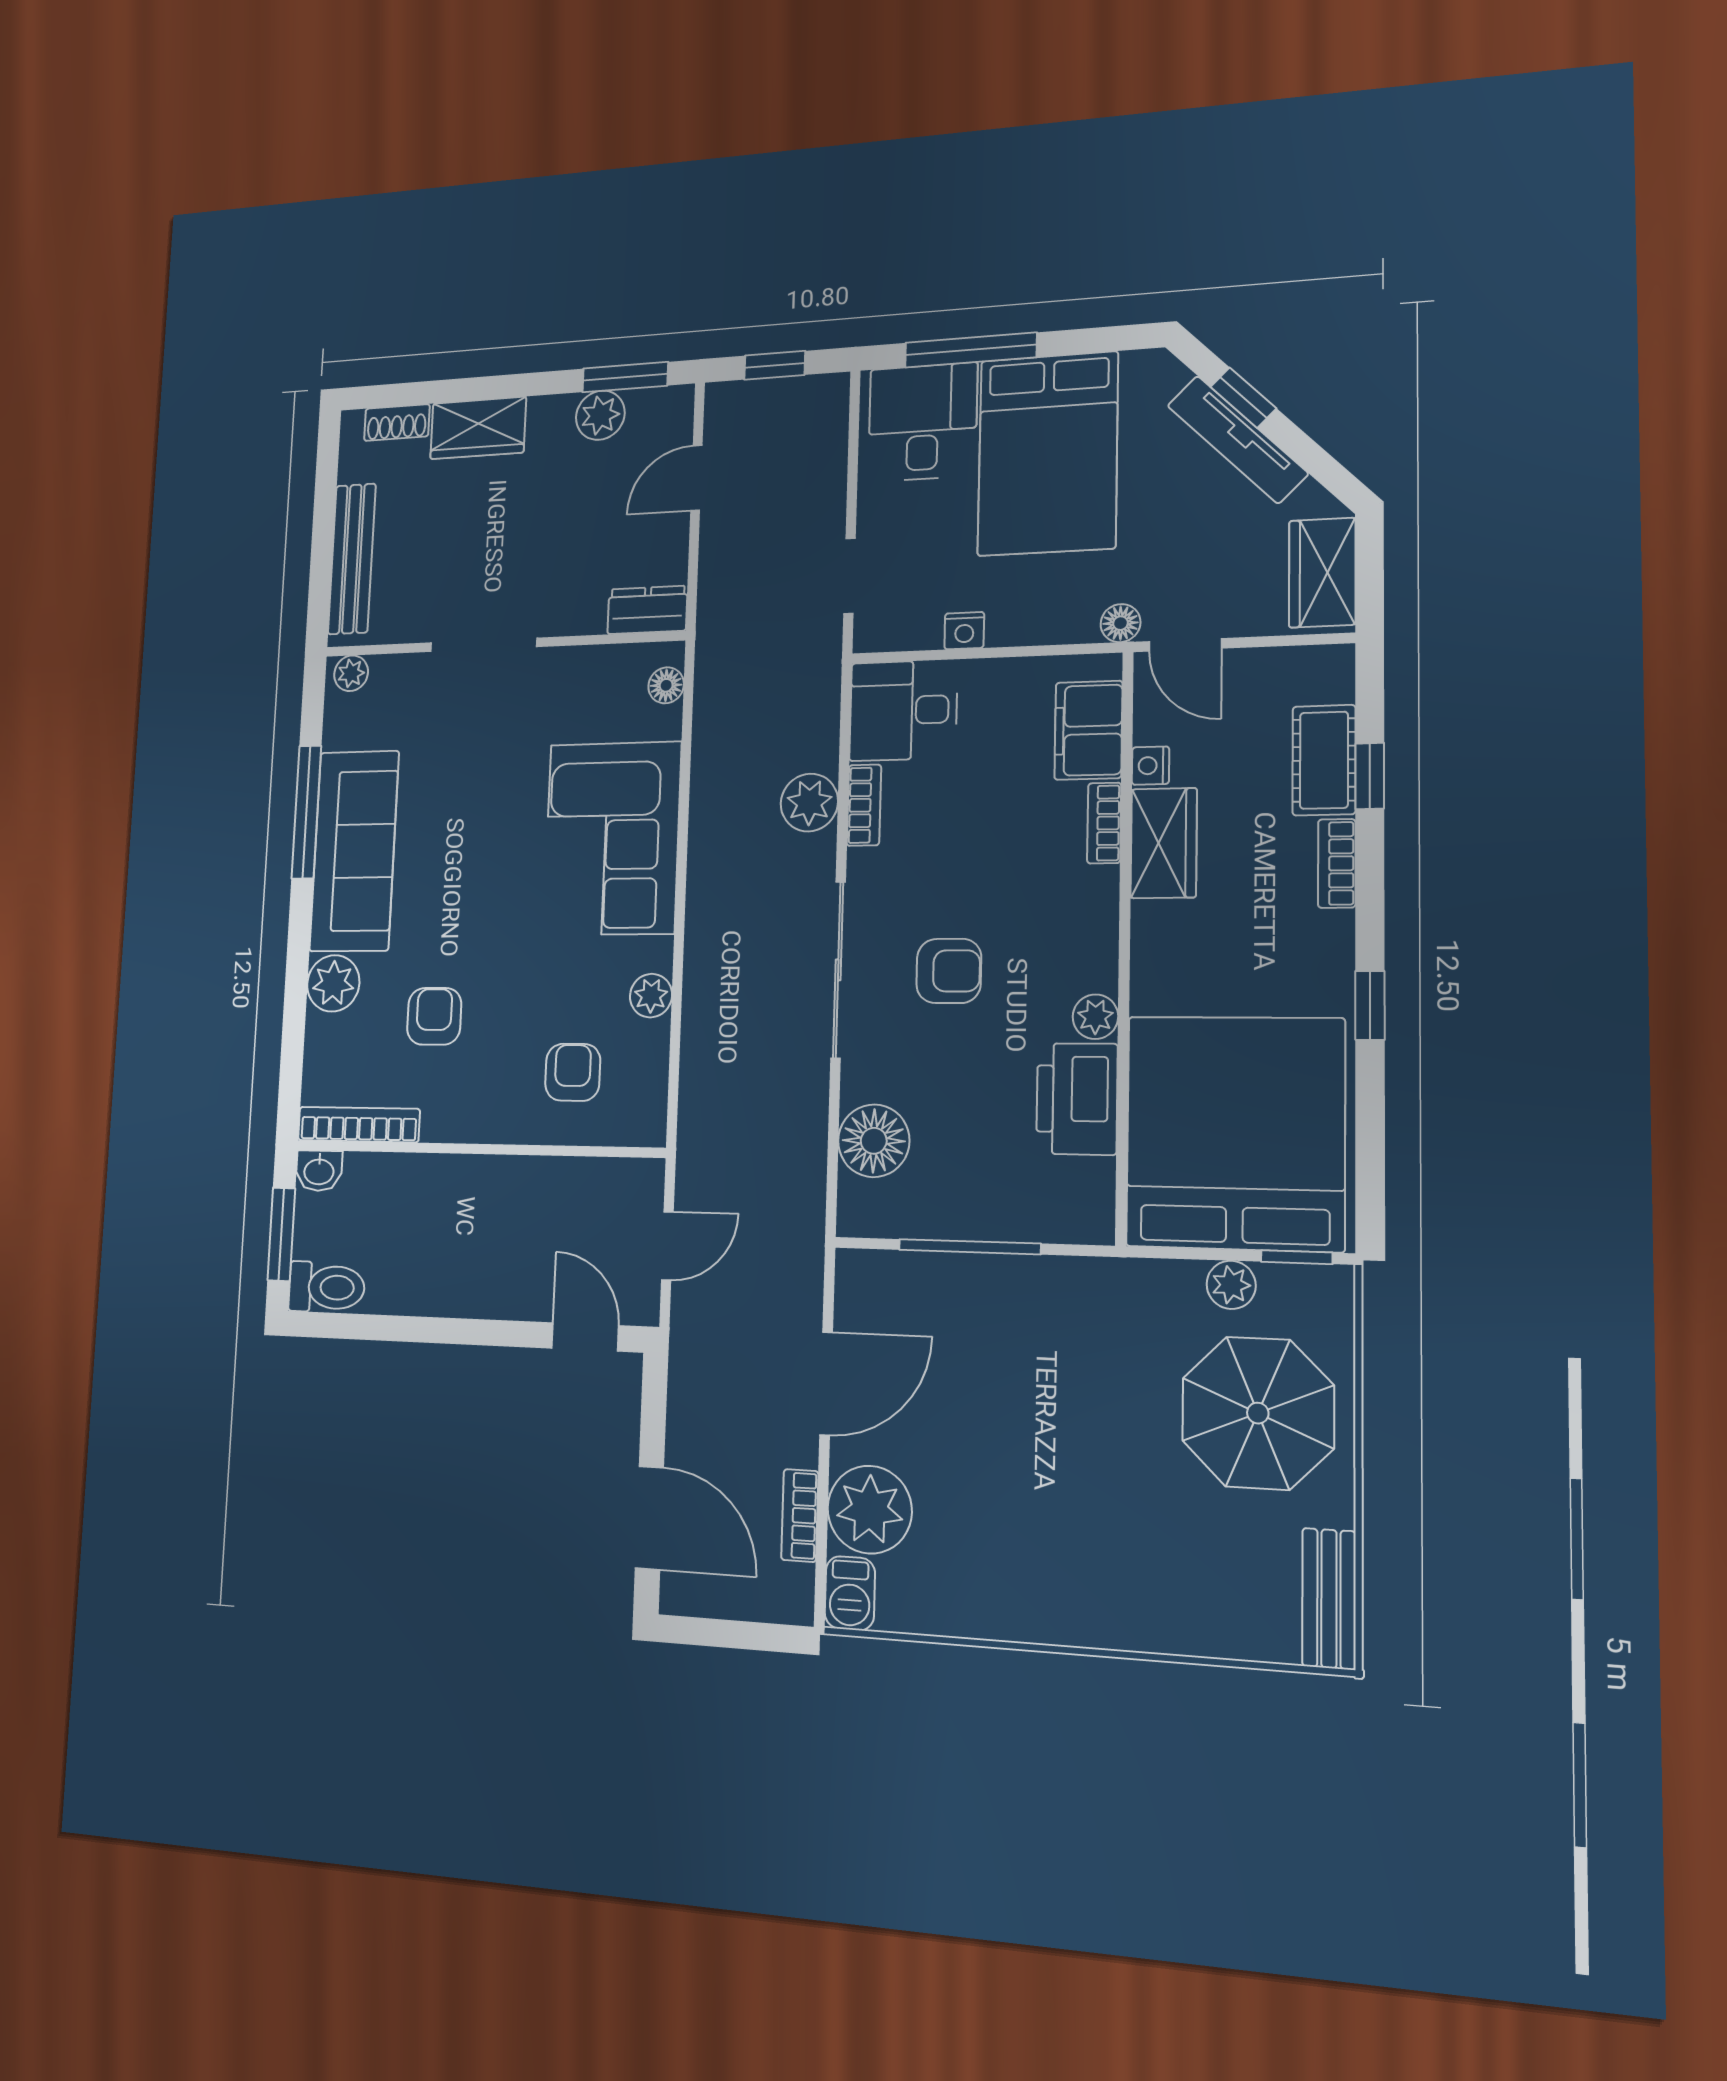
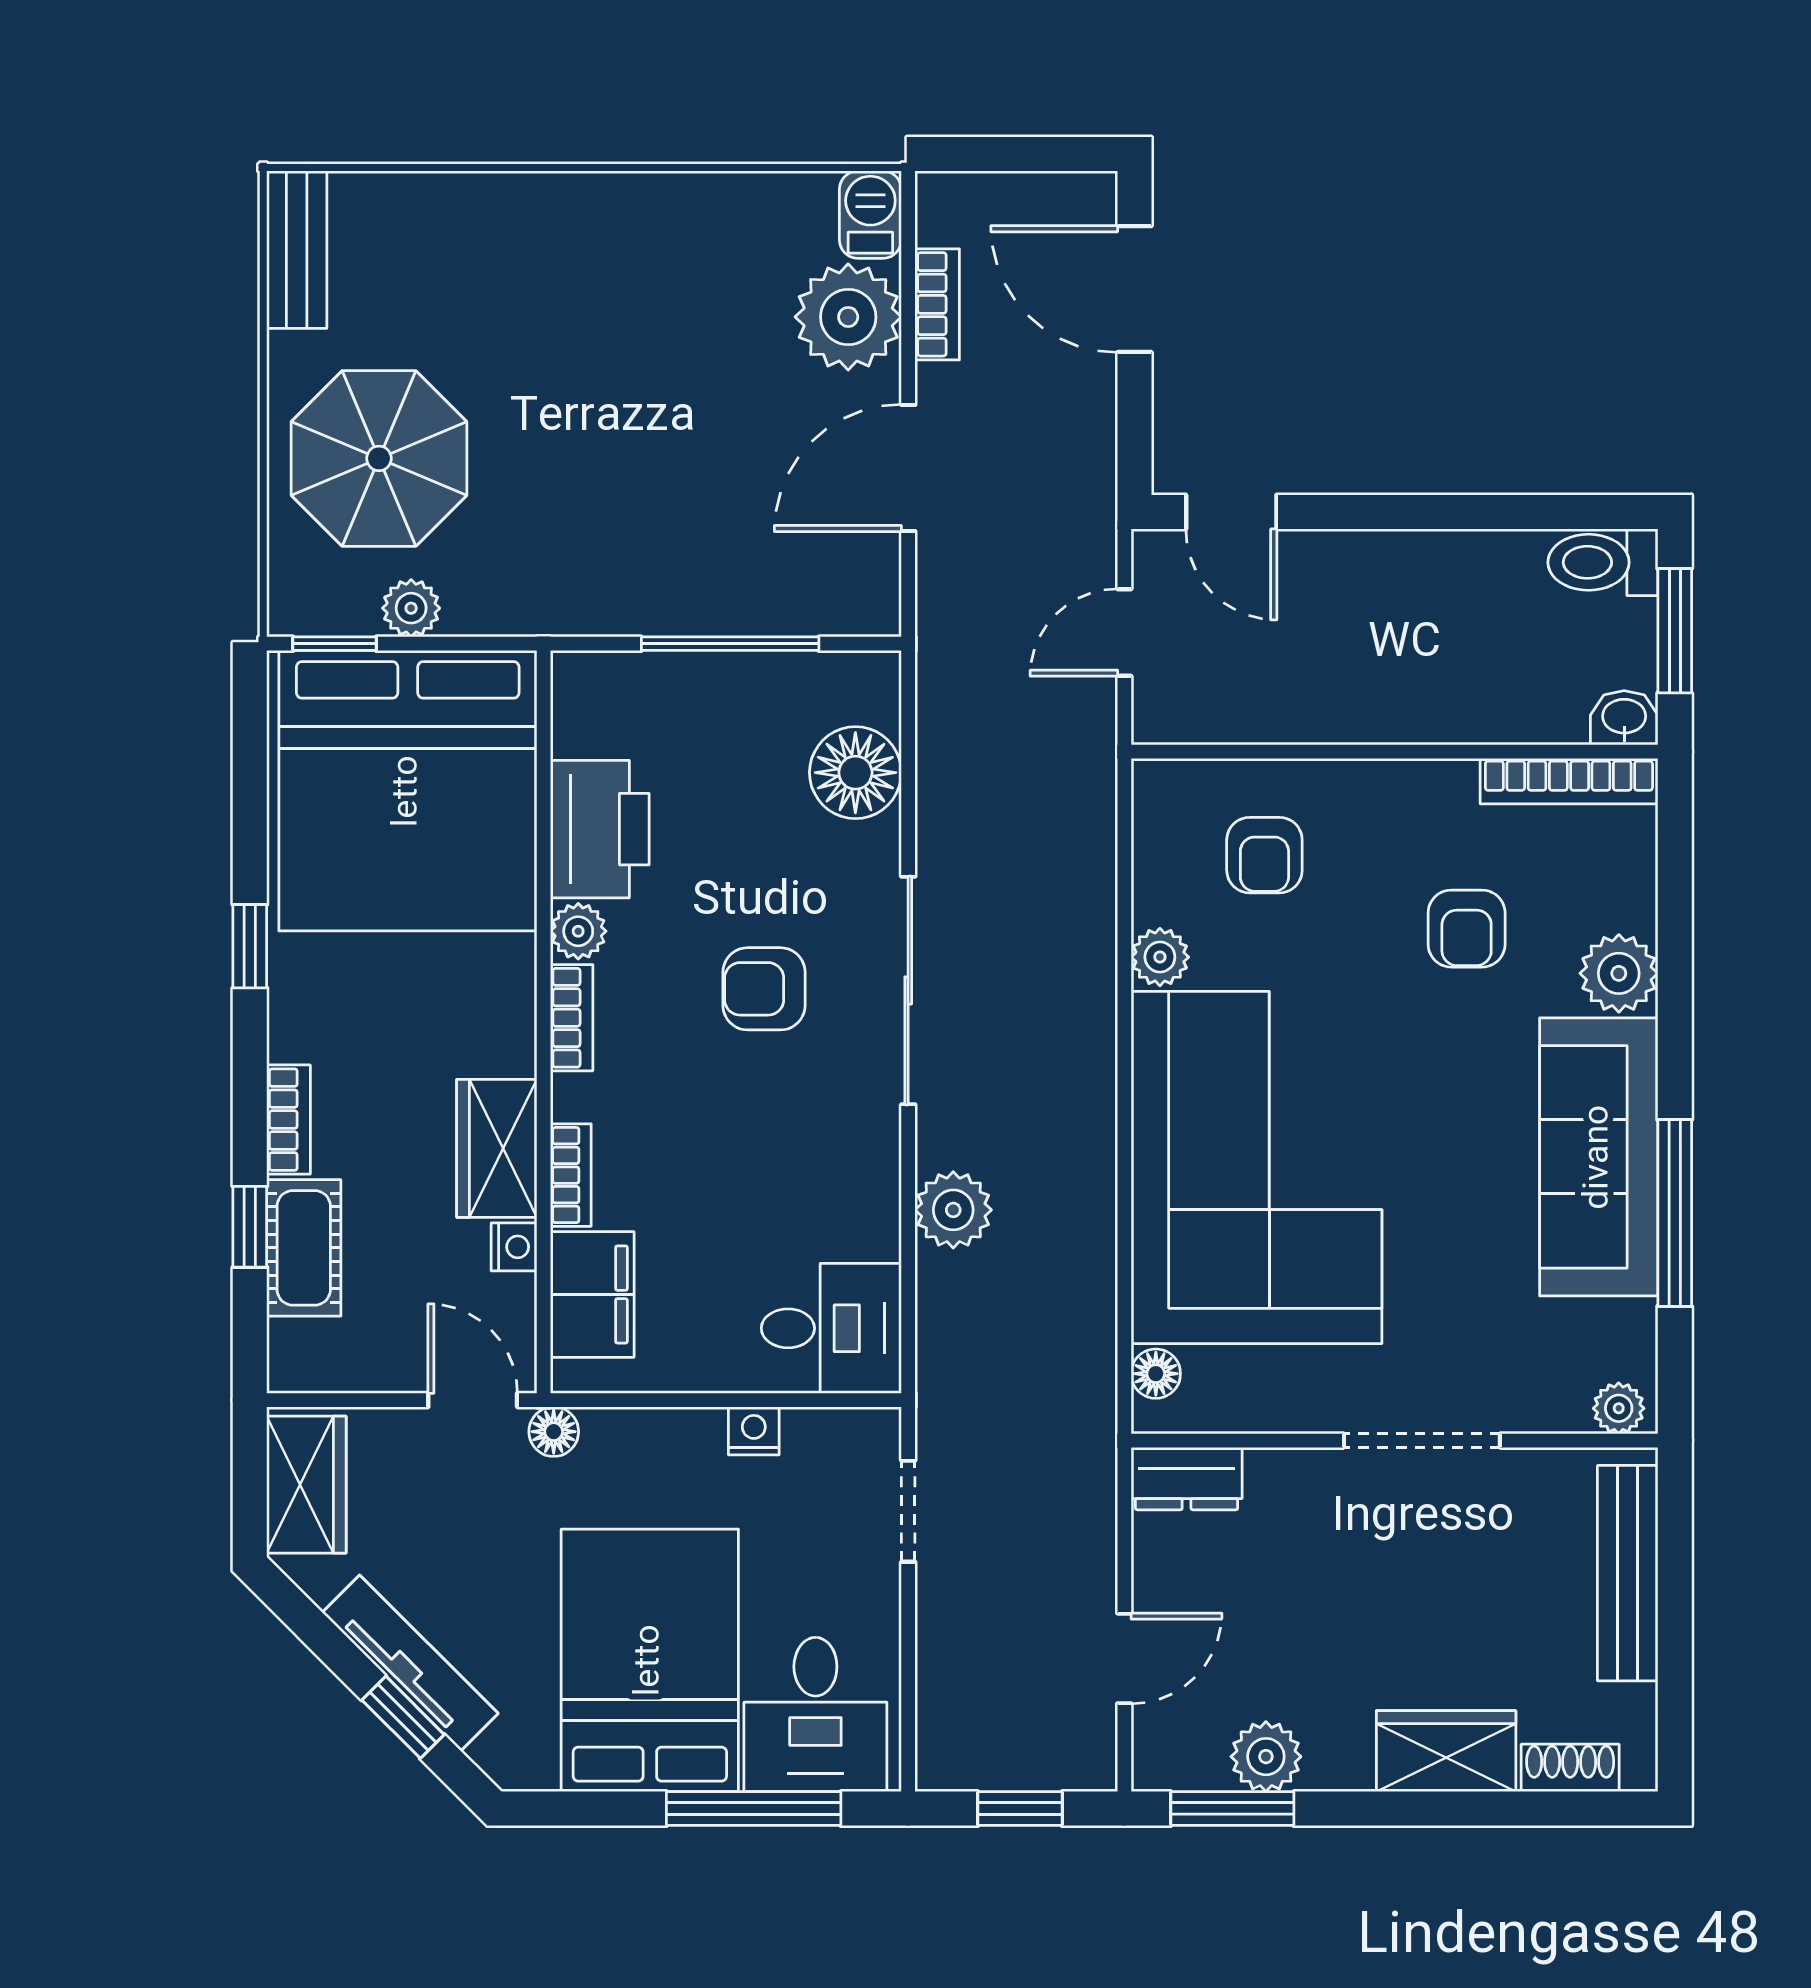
bookcase: (864, 805) -> (572, 1018), moved, turned 180
corner sofa: (612, 838) -> (1256, 1167), width x1.36, depth x1.36

